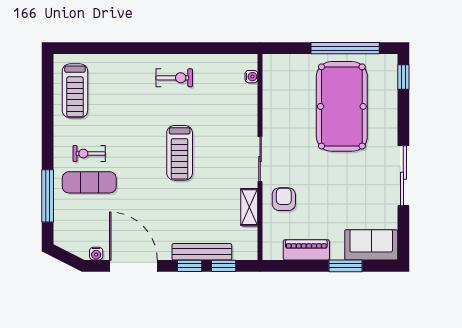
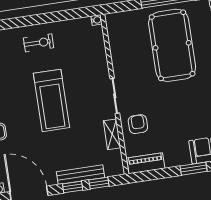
water cooler: (251, 77) -> (96, 20), moved
treadmill: (180, 153) -> (52, 100), width x1.37, depth x1.38
piano: (306, 250) -> (146, 163), moved

